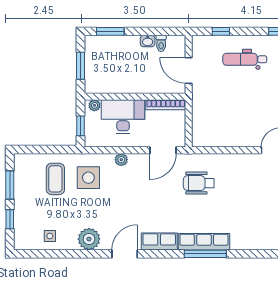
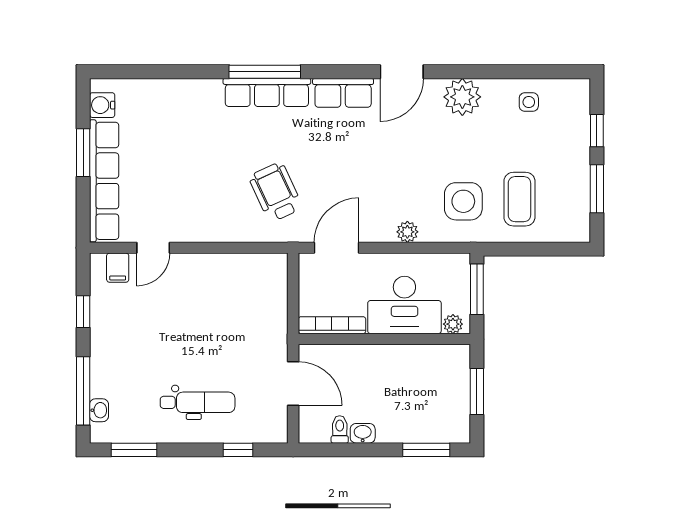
window: (80, 126) -> (477, 289), width x1.50
wheelchair: (199, 183) -> (276, 192), turned -115

